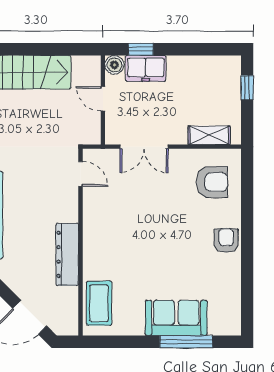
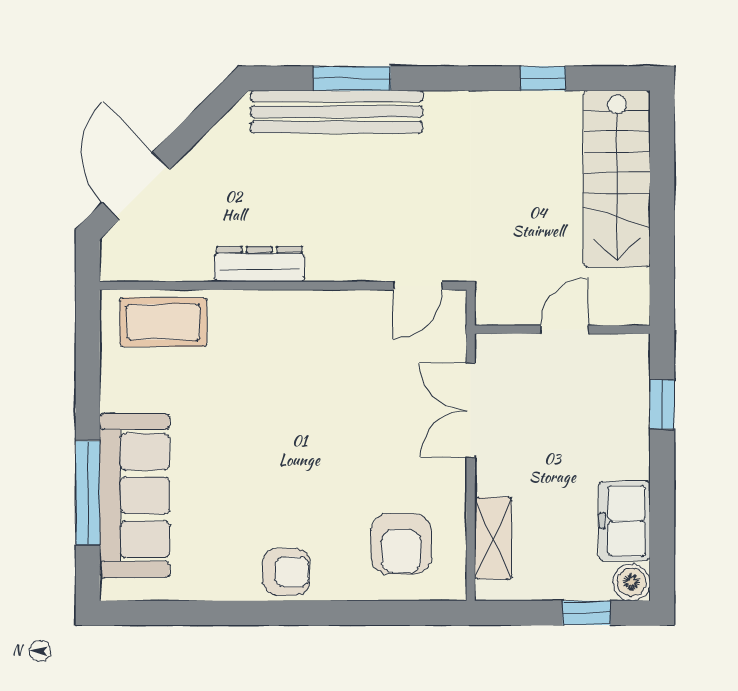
boiler: (114, 65) -> (632, 582), moved
freezer: (146, 68) -> (625, 521), moved
dresser: (67, 254) -> (259, 264), width x0.73, depth x0.80
sofa: (176, 318) -> (135, 495), width x1.36

